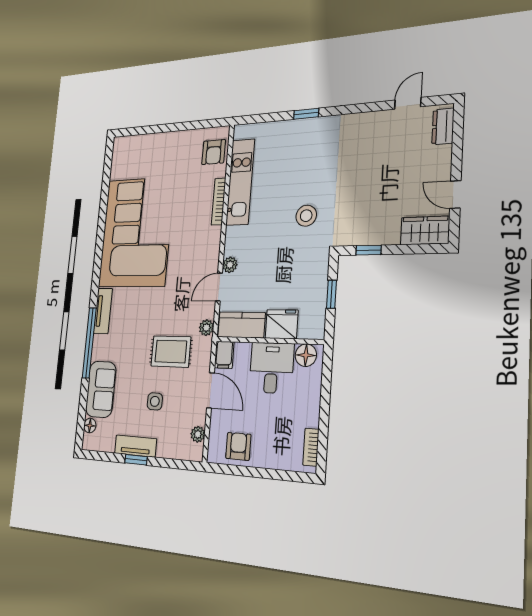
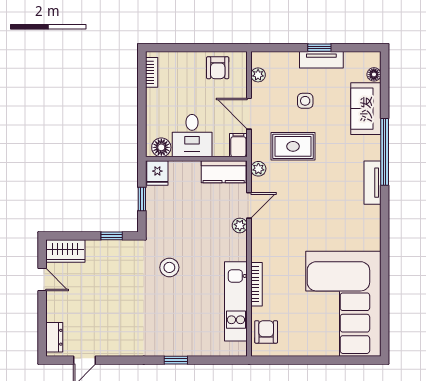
corner sofa: (136, 232) -> (343, 304), moved
fridge: (282, 324) -> (157, 173), moved, width x0.72

